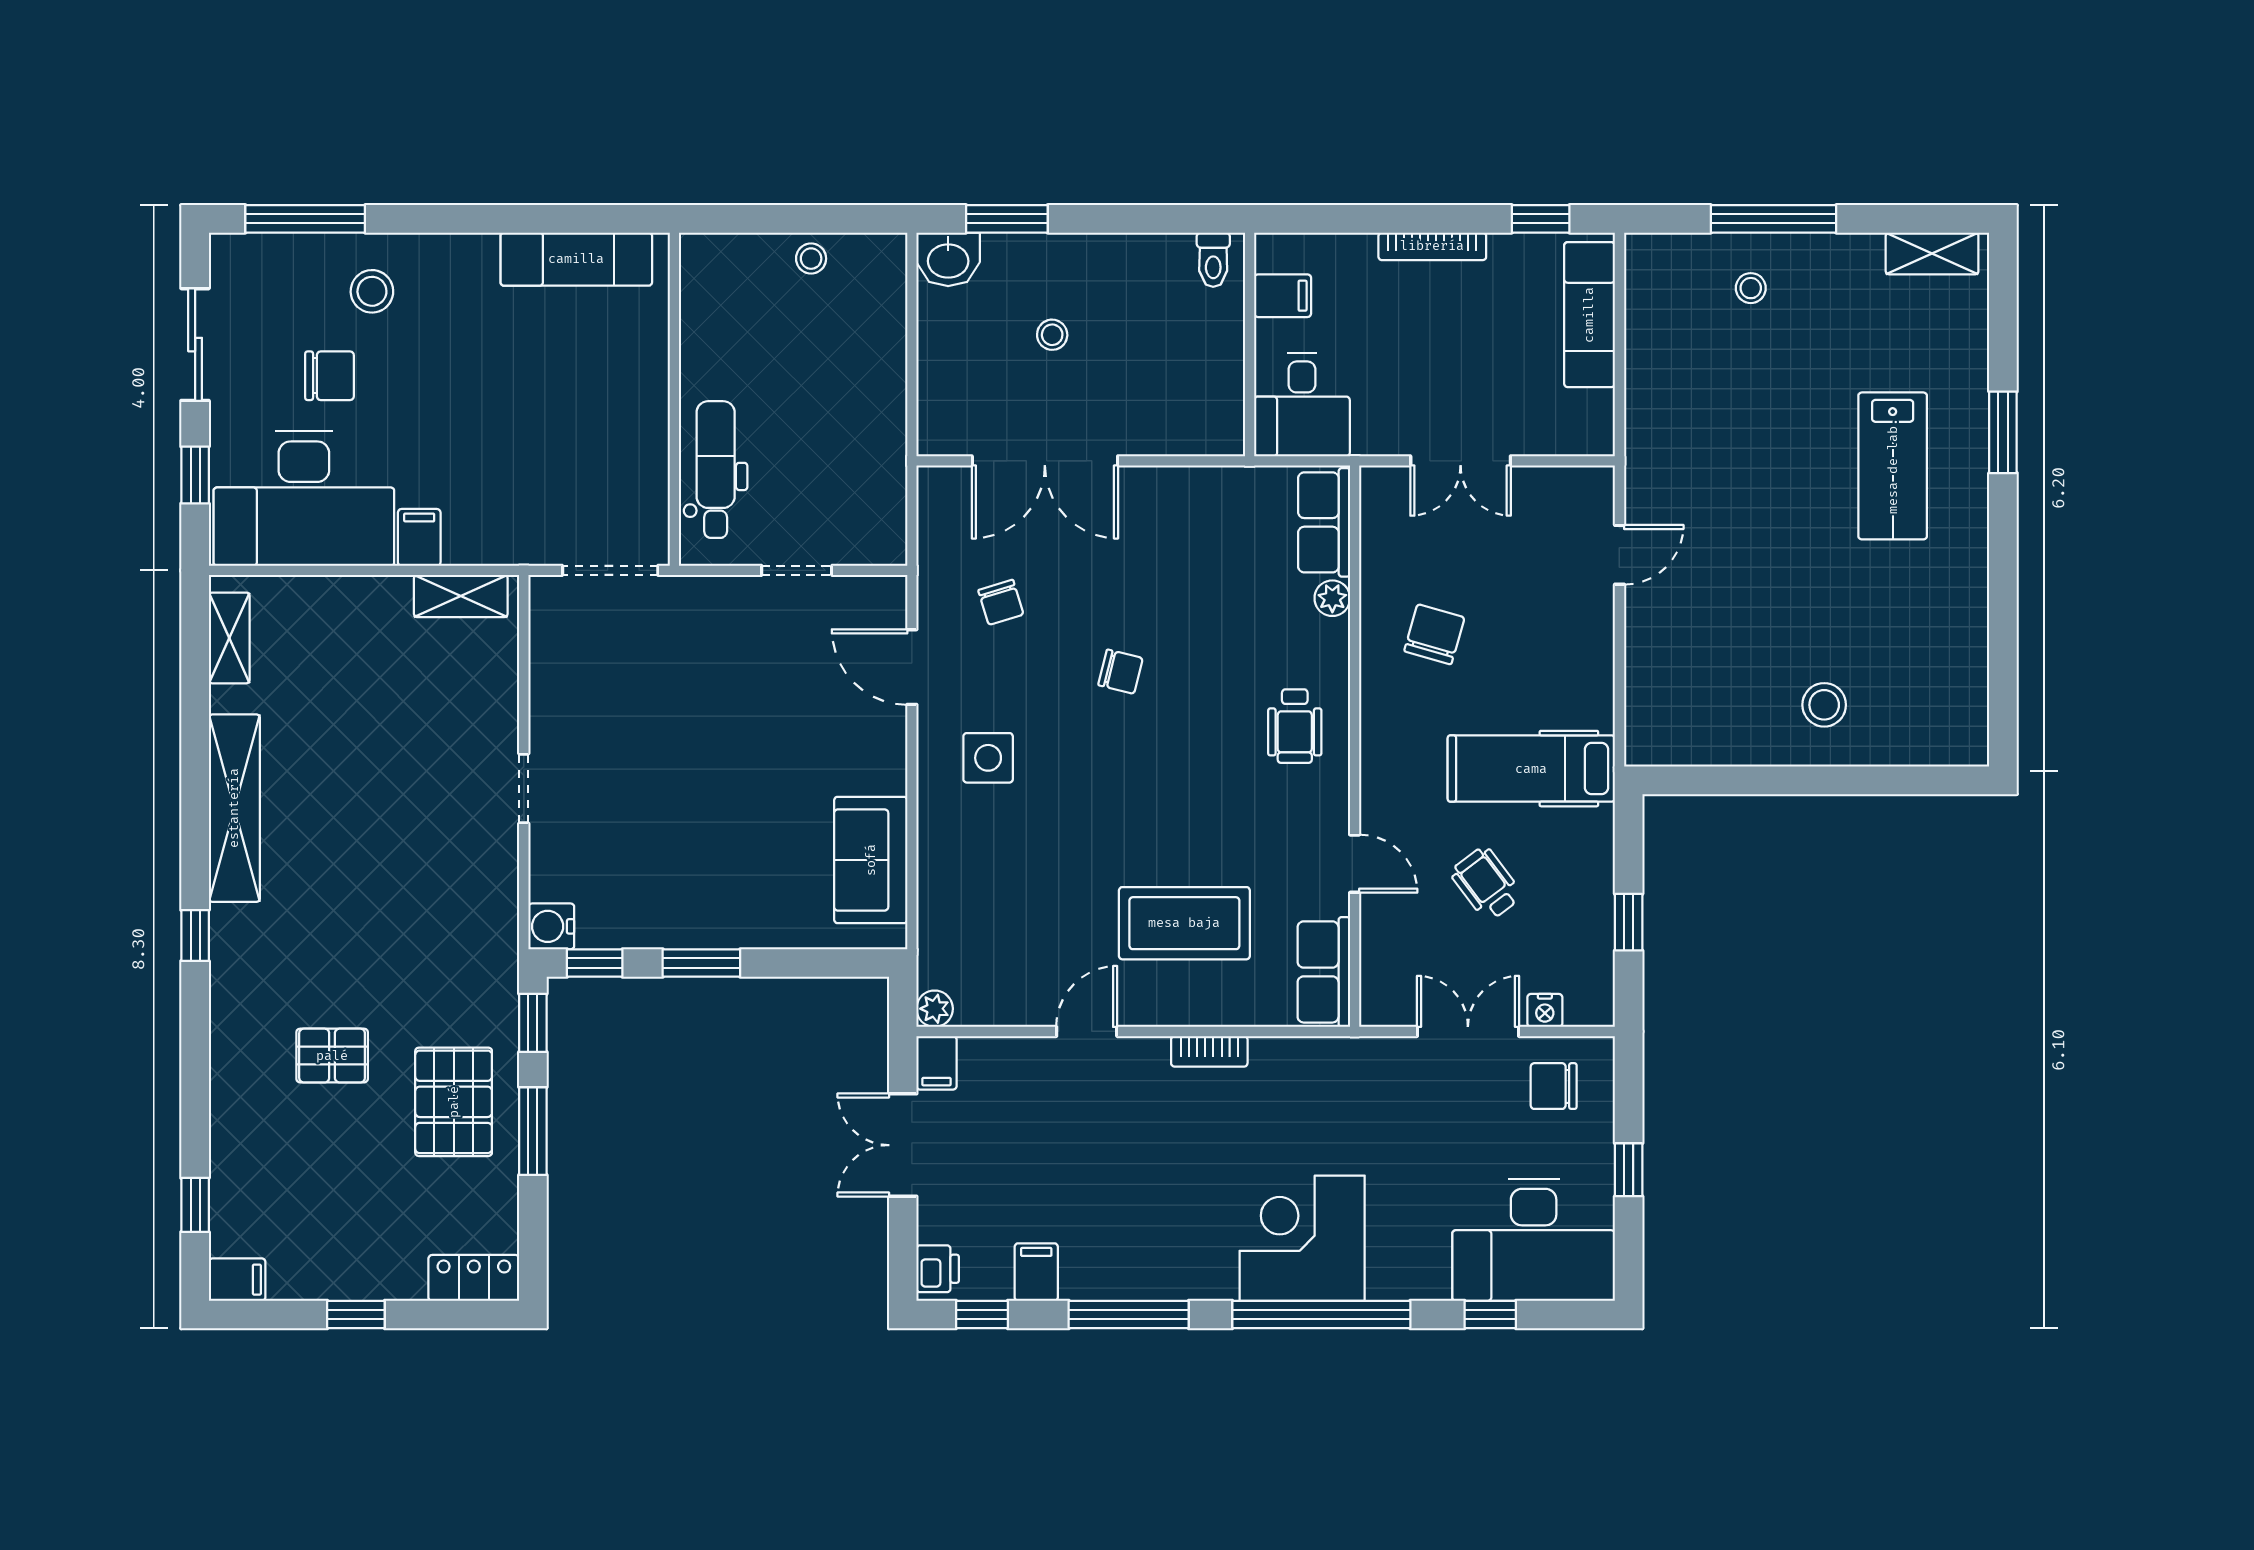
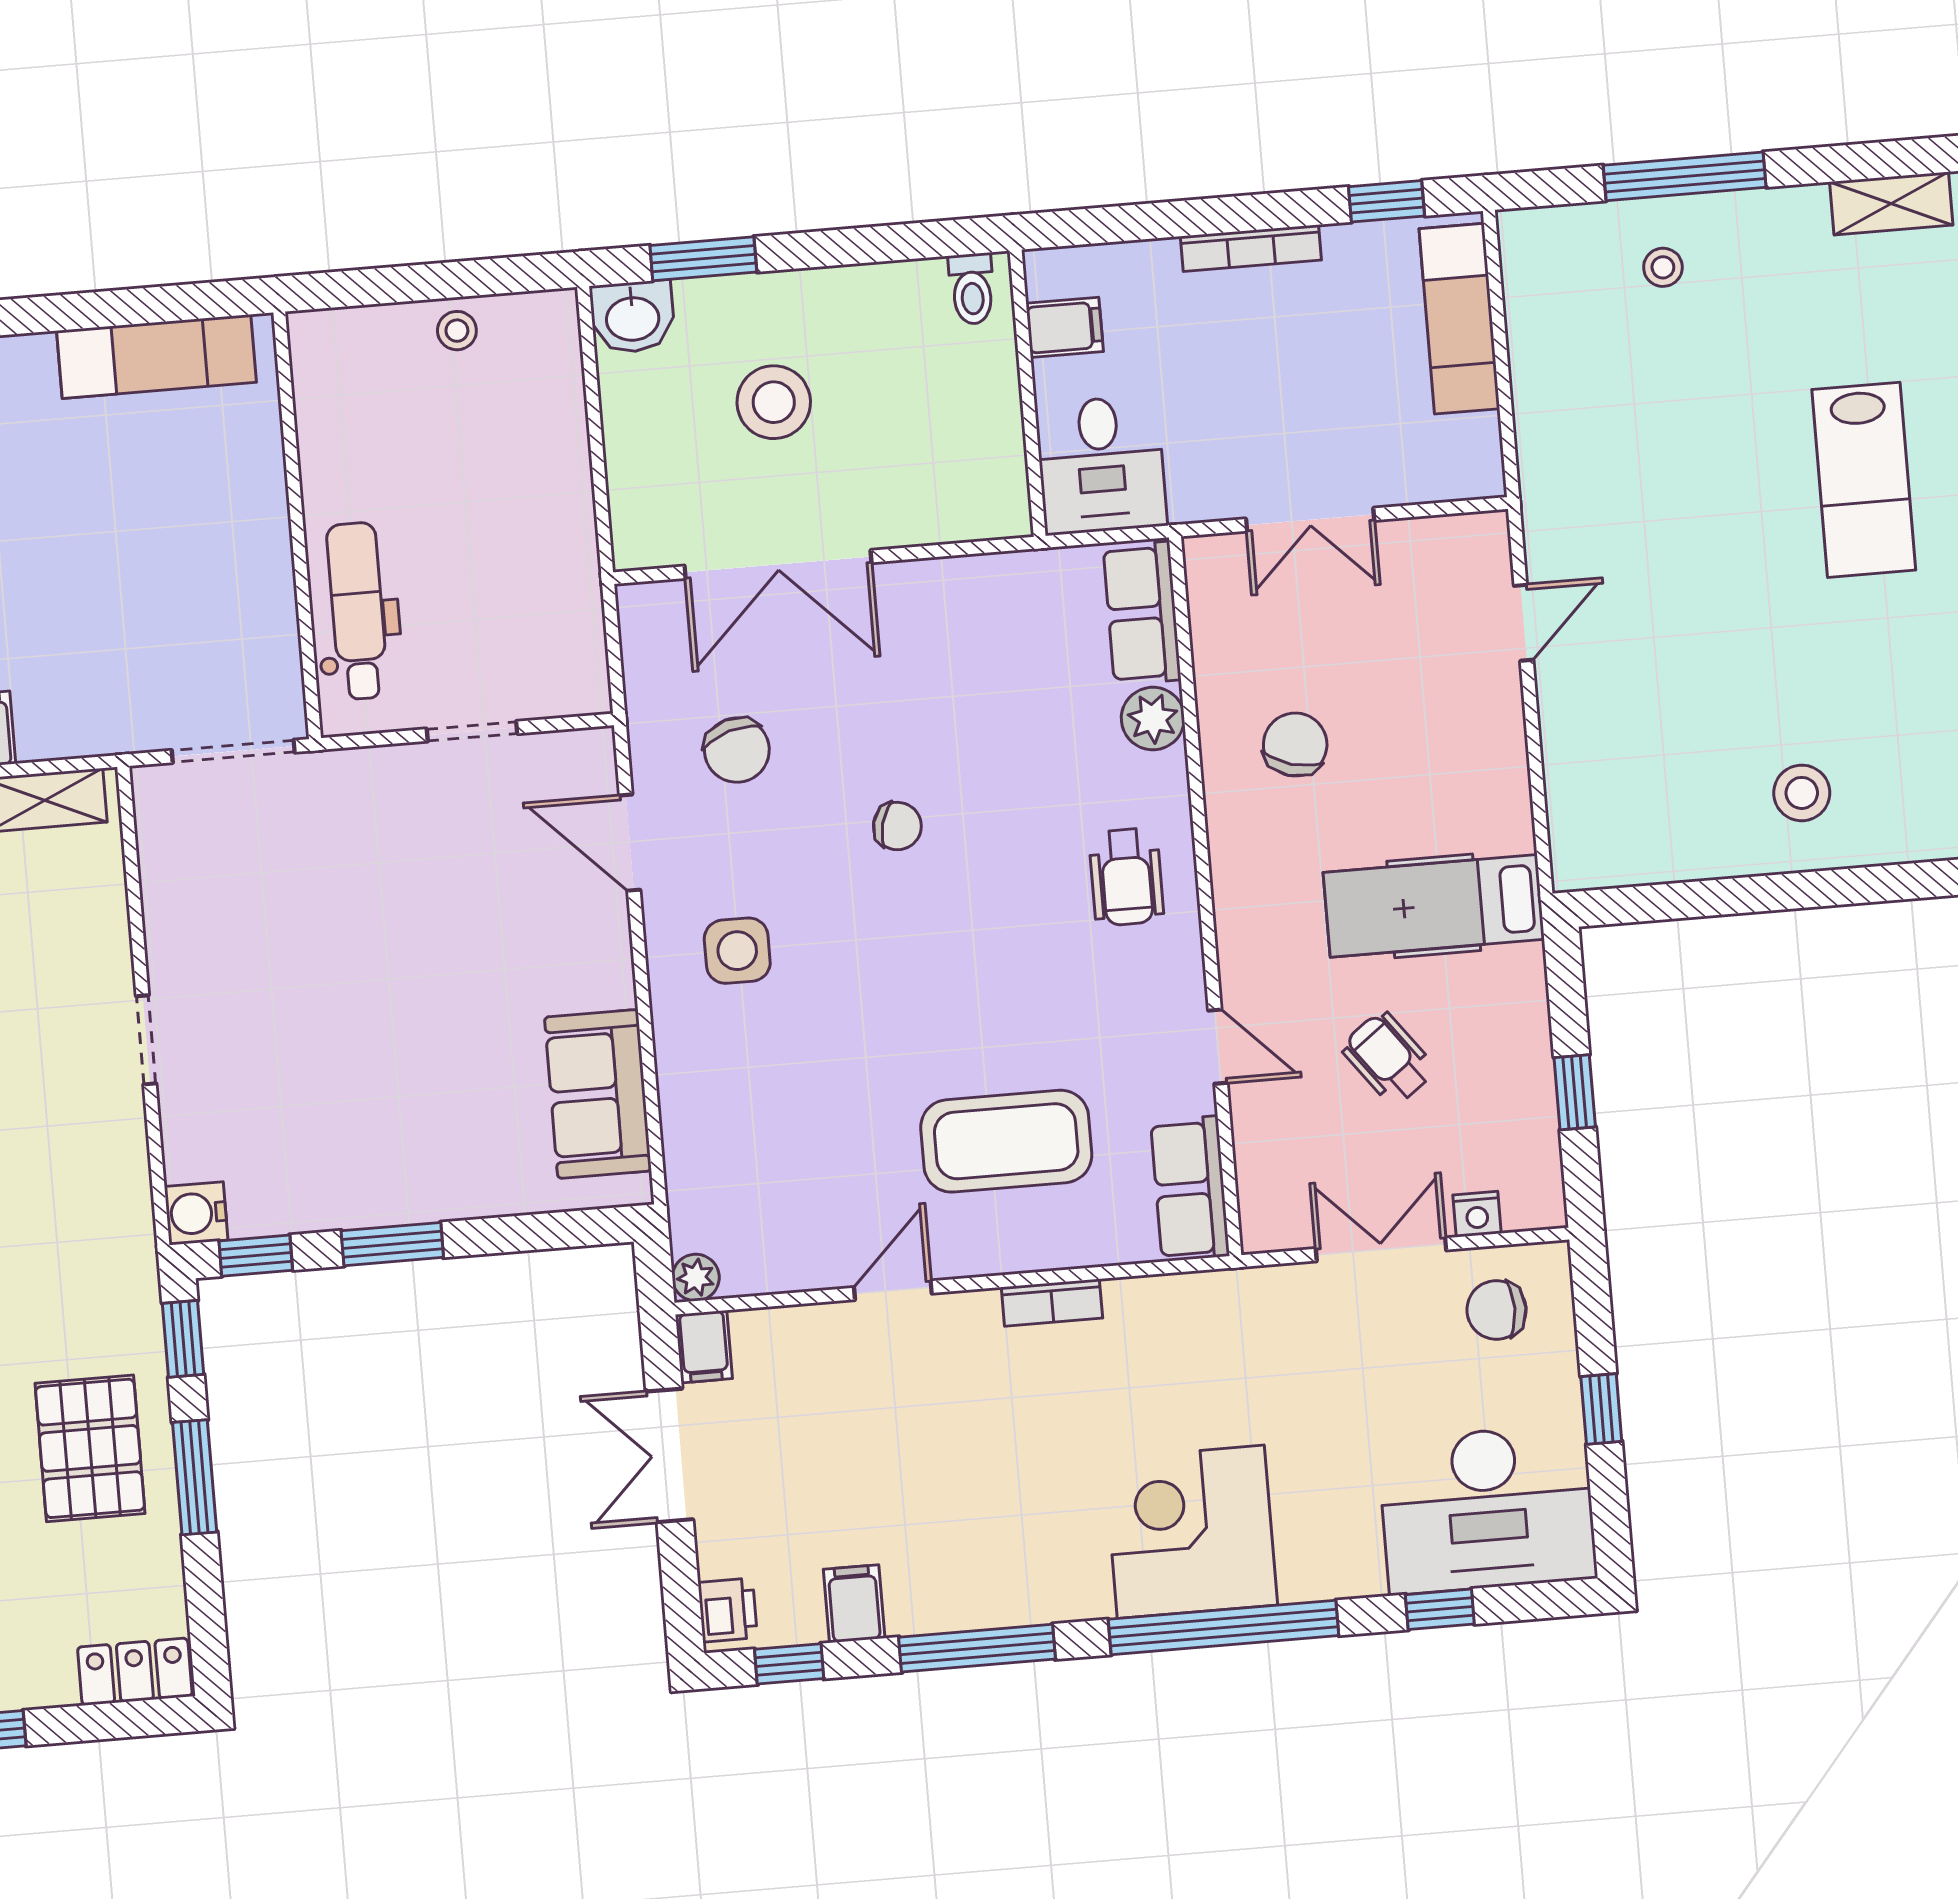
stool: (1052, 335) -> (774, 402), width x1.89, depth x1.89
plant: (1332, 598) -> (1153, 719), width x1.38, depth x1.38
chair: (1001, 602) -> (737, 750), width x1.37, depth x1.37

